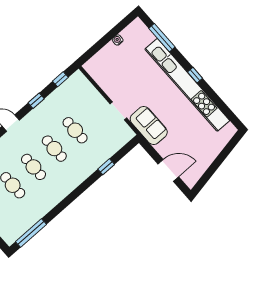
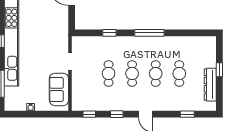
sofa: (149, 126) -> (59, 89), moved
window: (31, 233) -> (149, 33), moved

